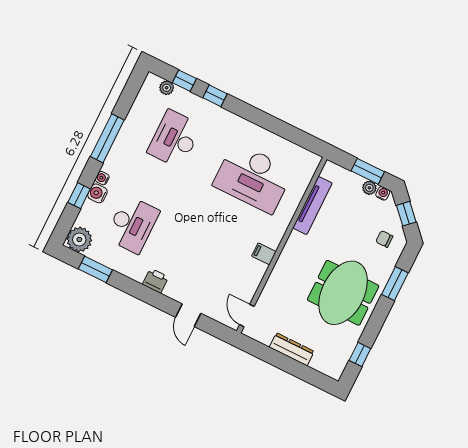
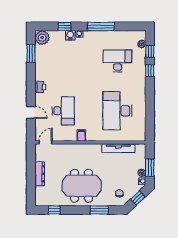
desk: (132, 224) -> (63, 111), moved, turned -90
door: (188, 315) -> (31, 112), swing flipped

